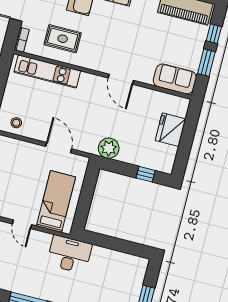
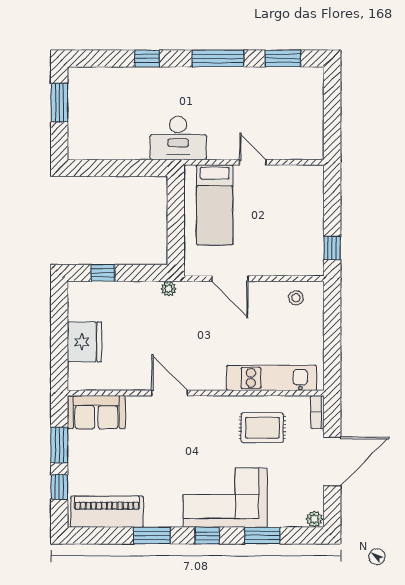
plant: (109, 148) -> (169, 289), width x0.53, depth x0.53

